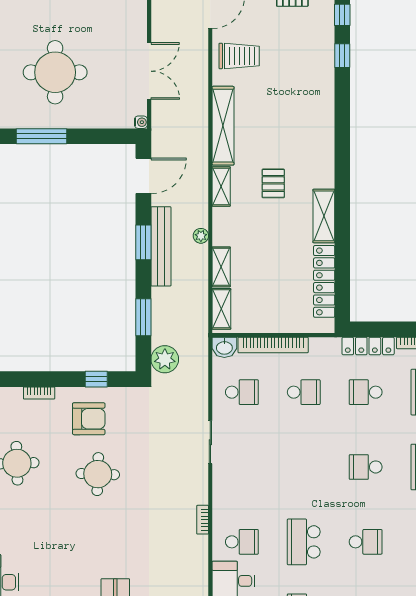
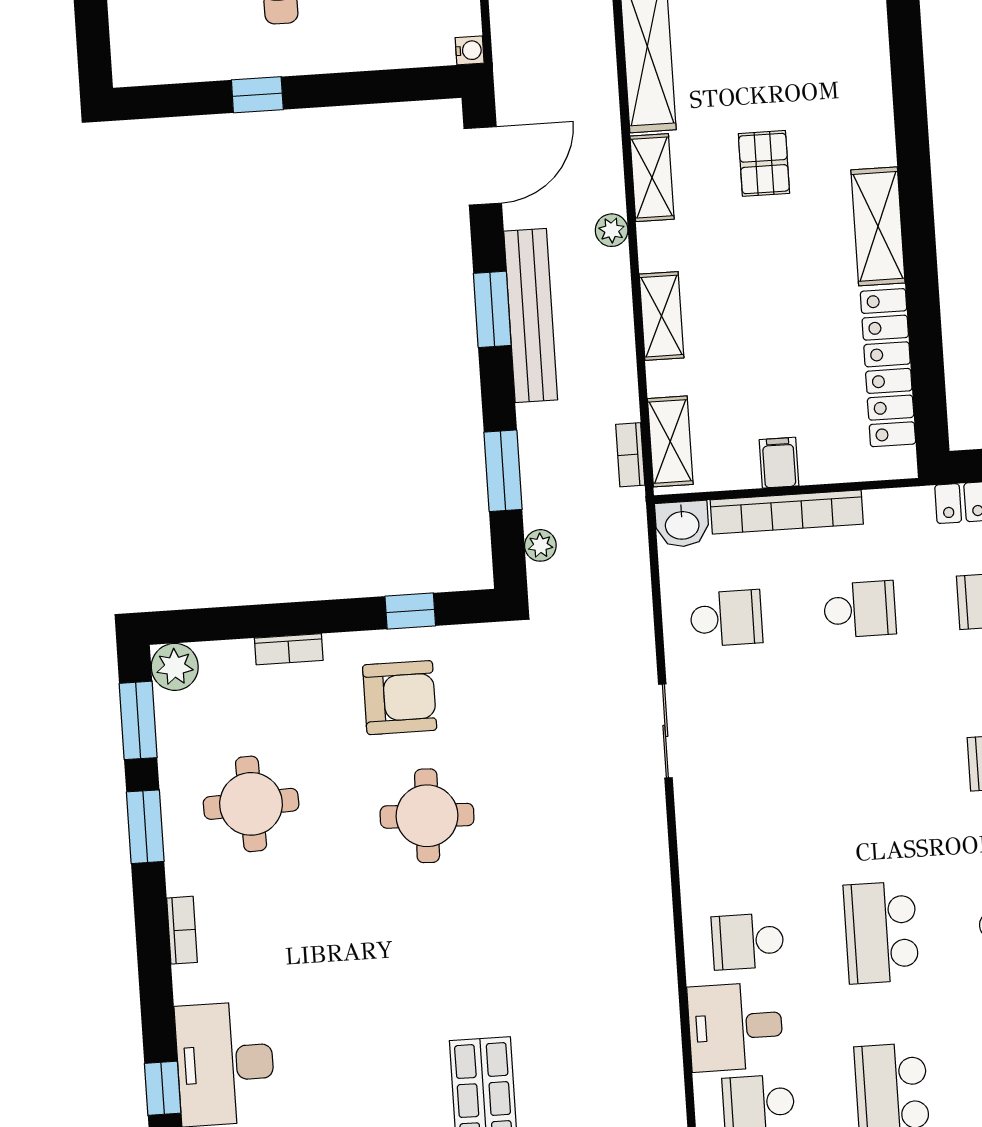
window: (42, 136) -> (257, 95), width x0.46
plant: (201, 236) -> (612, 230), moved
shelving: (221, 267) -> (661, 316), moved
filing cabinet: (271, 322) -> (779, 463), added
plant: (165, 359) -> (540, 545), width x0.53, depth x0.53
bookcase: (203, 520) -> (630, 455), moved
school desk: (242, 542) -> (748, 941), turned 180

